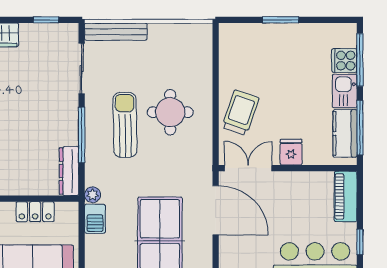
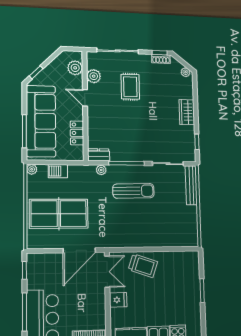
round table: (170, 112) -> (142, 220), removed
dresser: (69, 171) -> (99, 155), width x0.70
plant: (93, 195) -> (101, 170), moved
barbecue: (95, 219) -> (58, 171), moved

